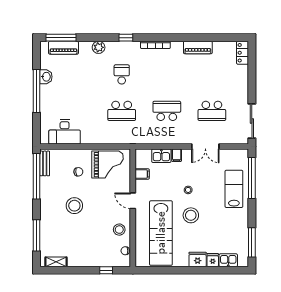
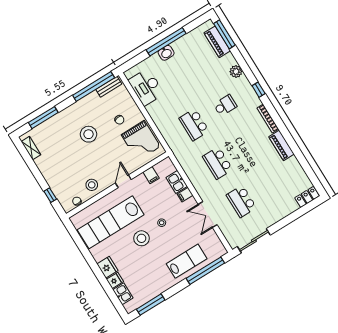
piano: (198, 47) -> (281, 145), moved
washbasin: (46, 77) -> (166, 53), moved
school desk: (167, 111) -> (218, 163), turned 180

